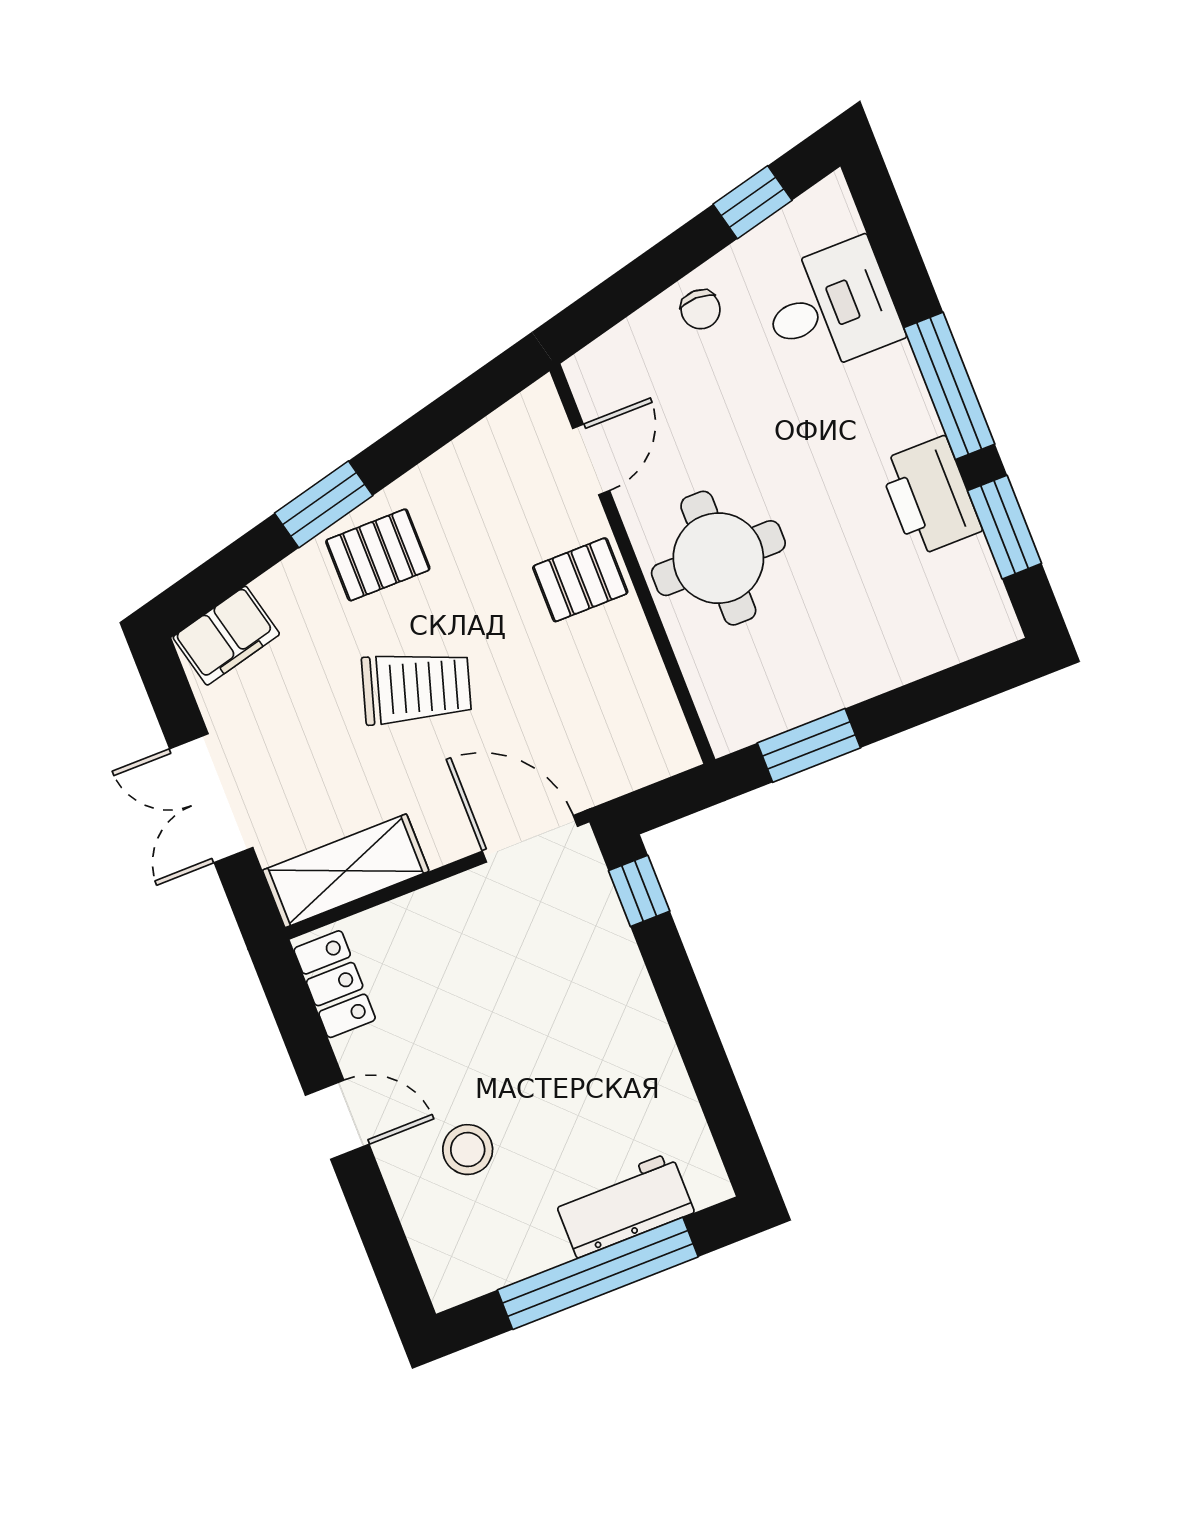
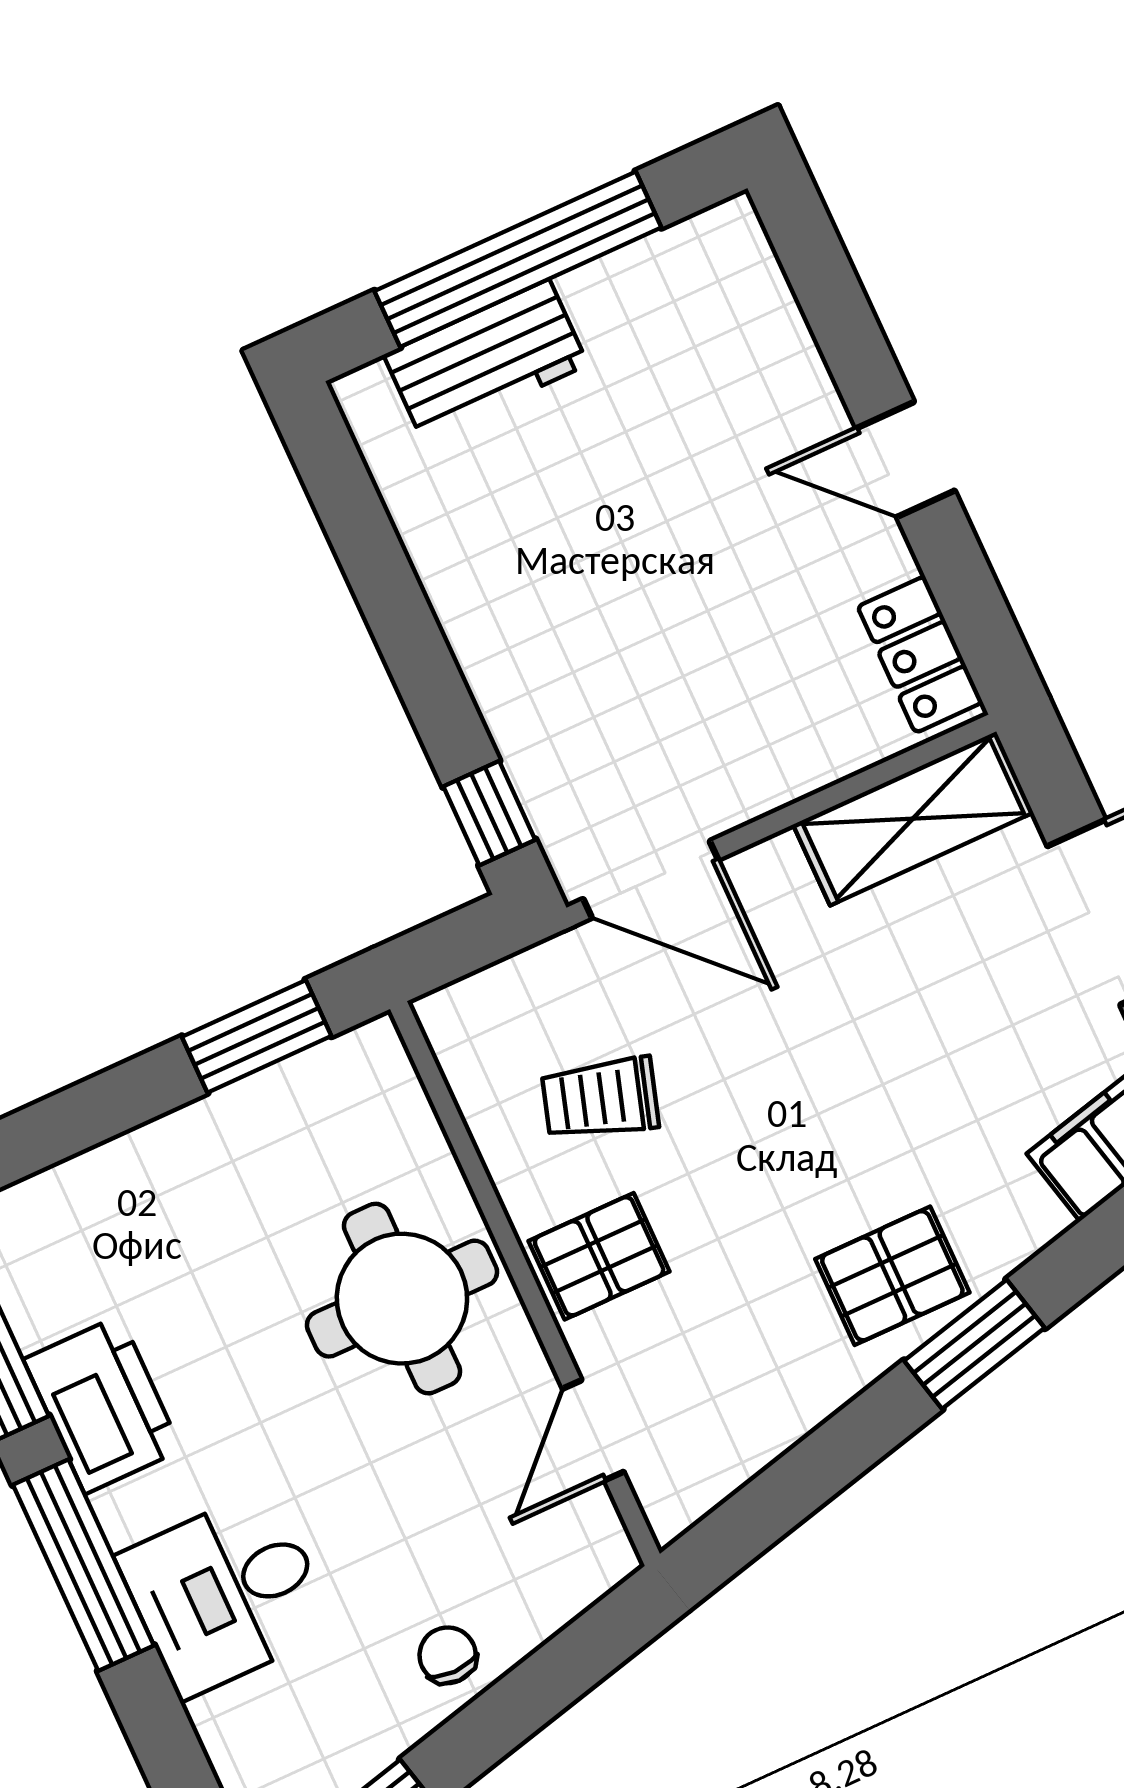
desk: (830, 307) -> (226, 1593), moved
trolley: (416, 687) -> (600, 1098), moved, width x0.73, depth x0.72
stool: (468, 1150) -> (715, 427), removed

